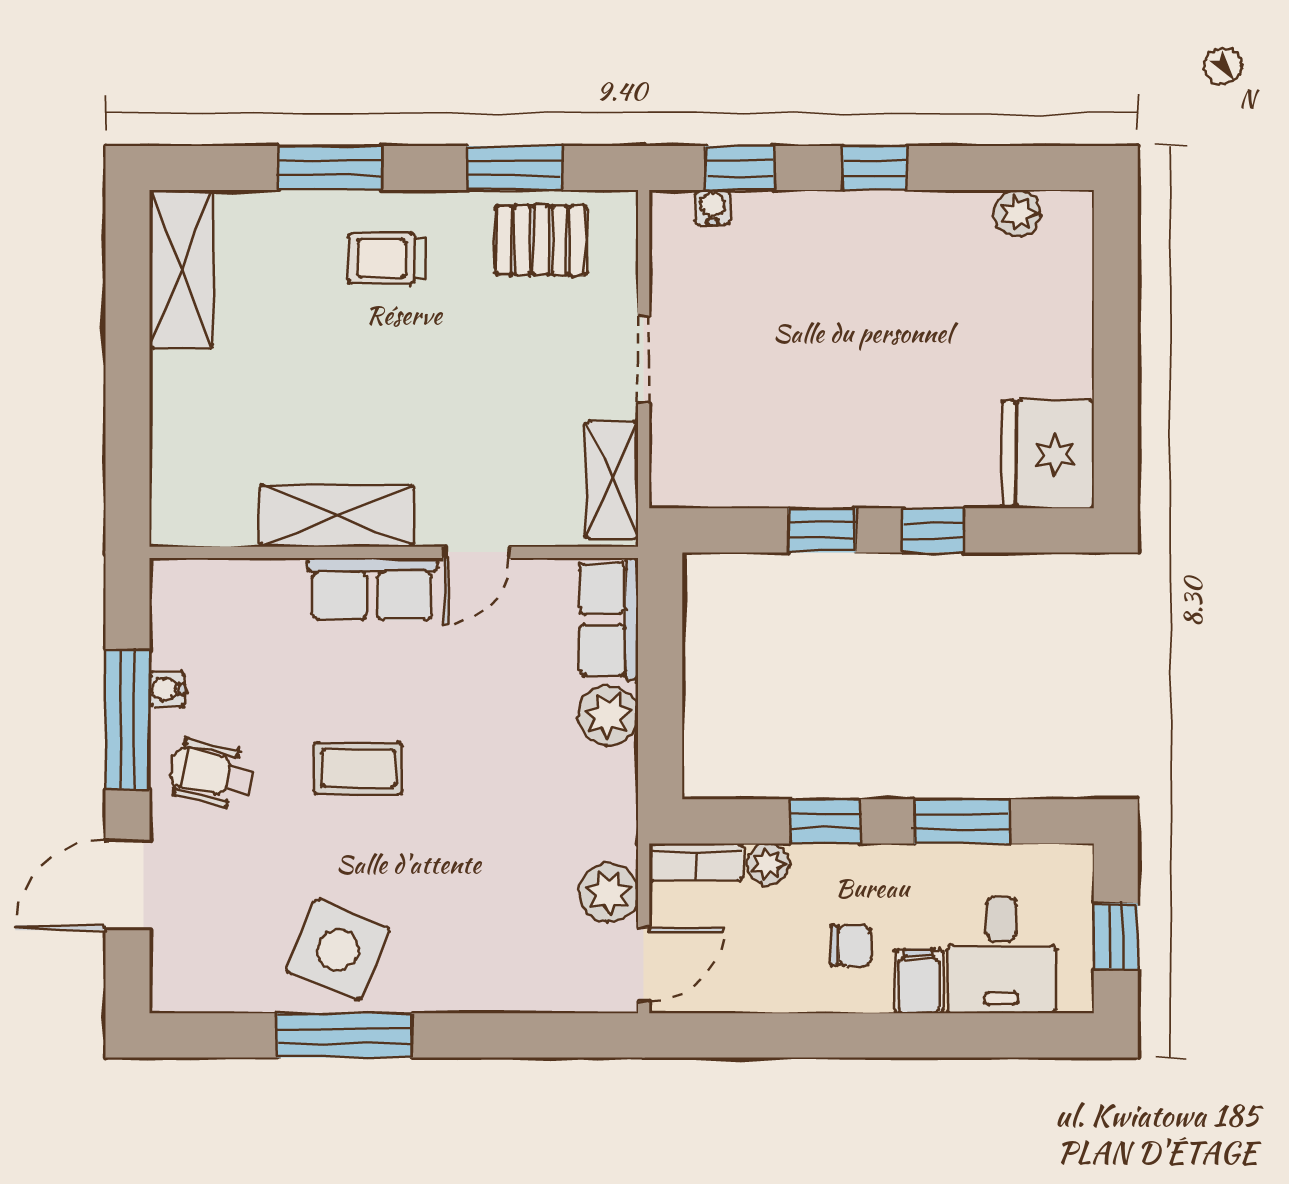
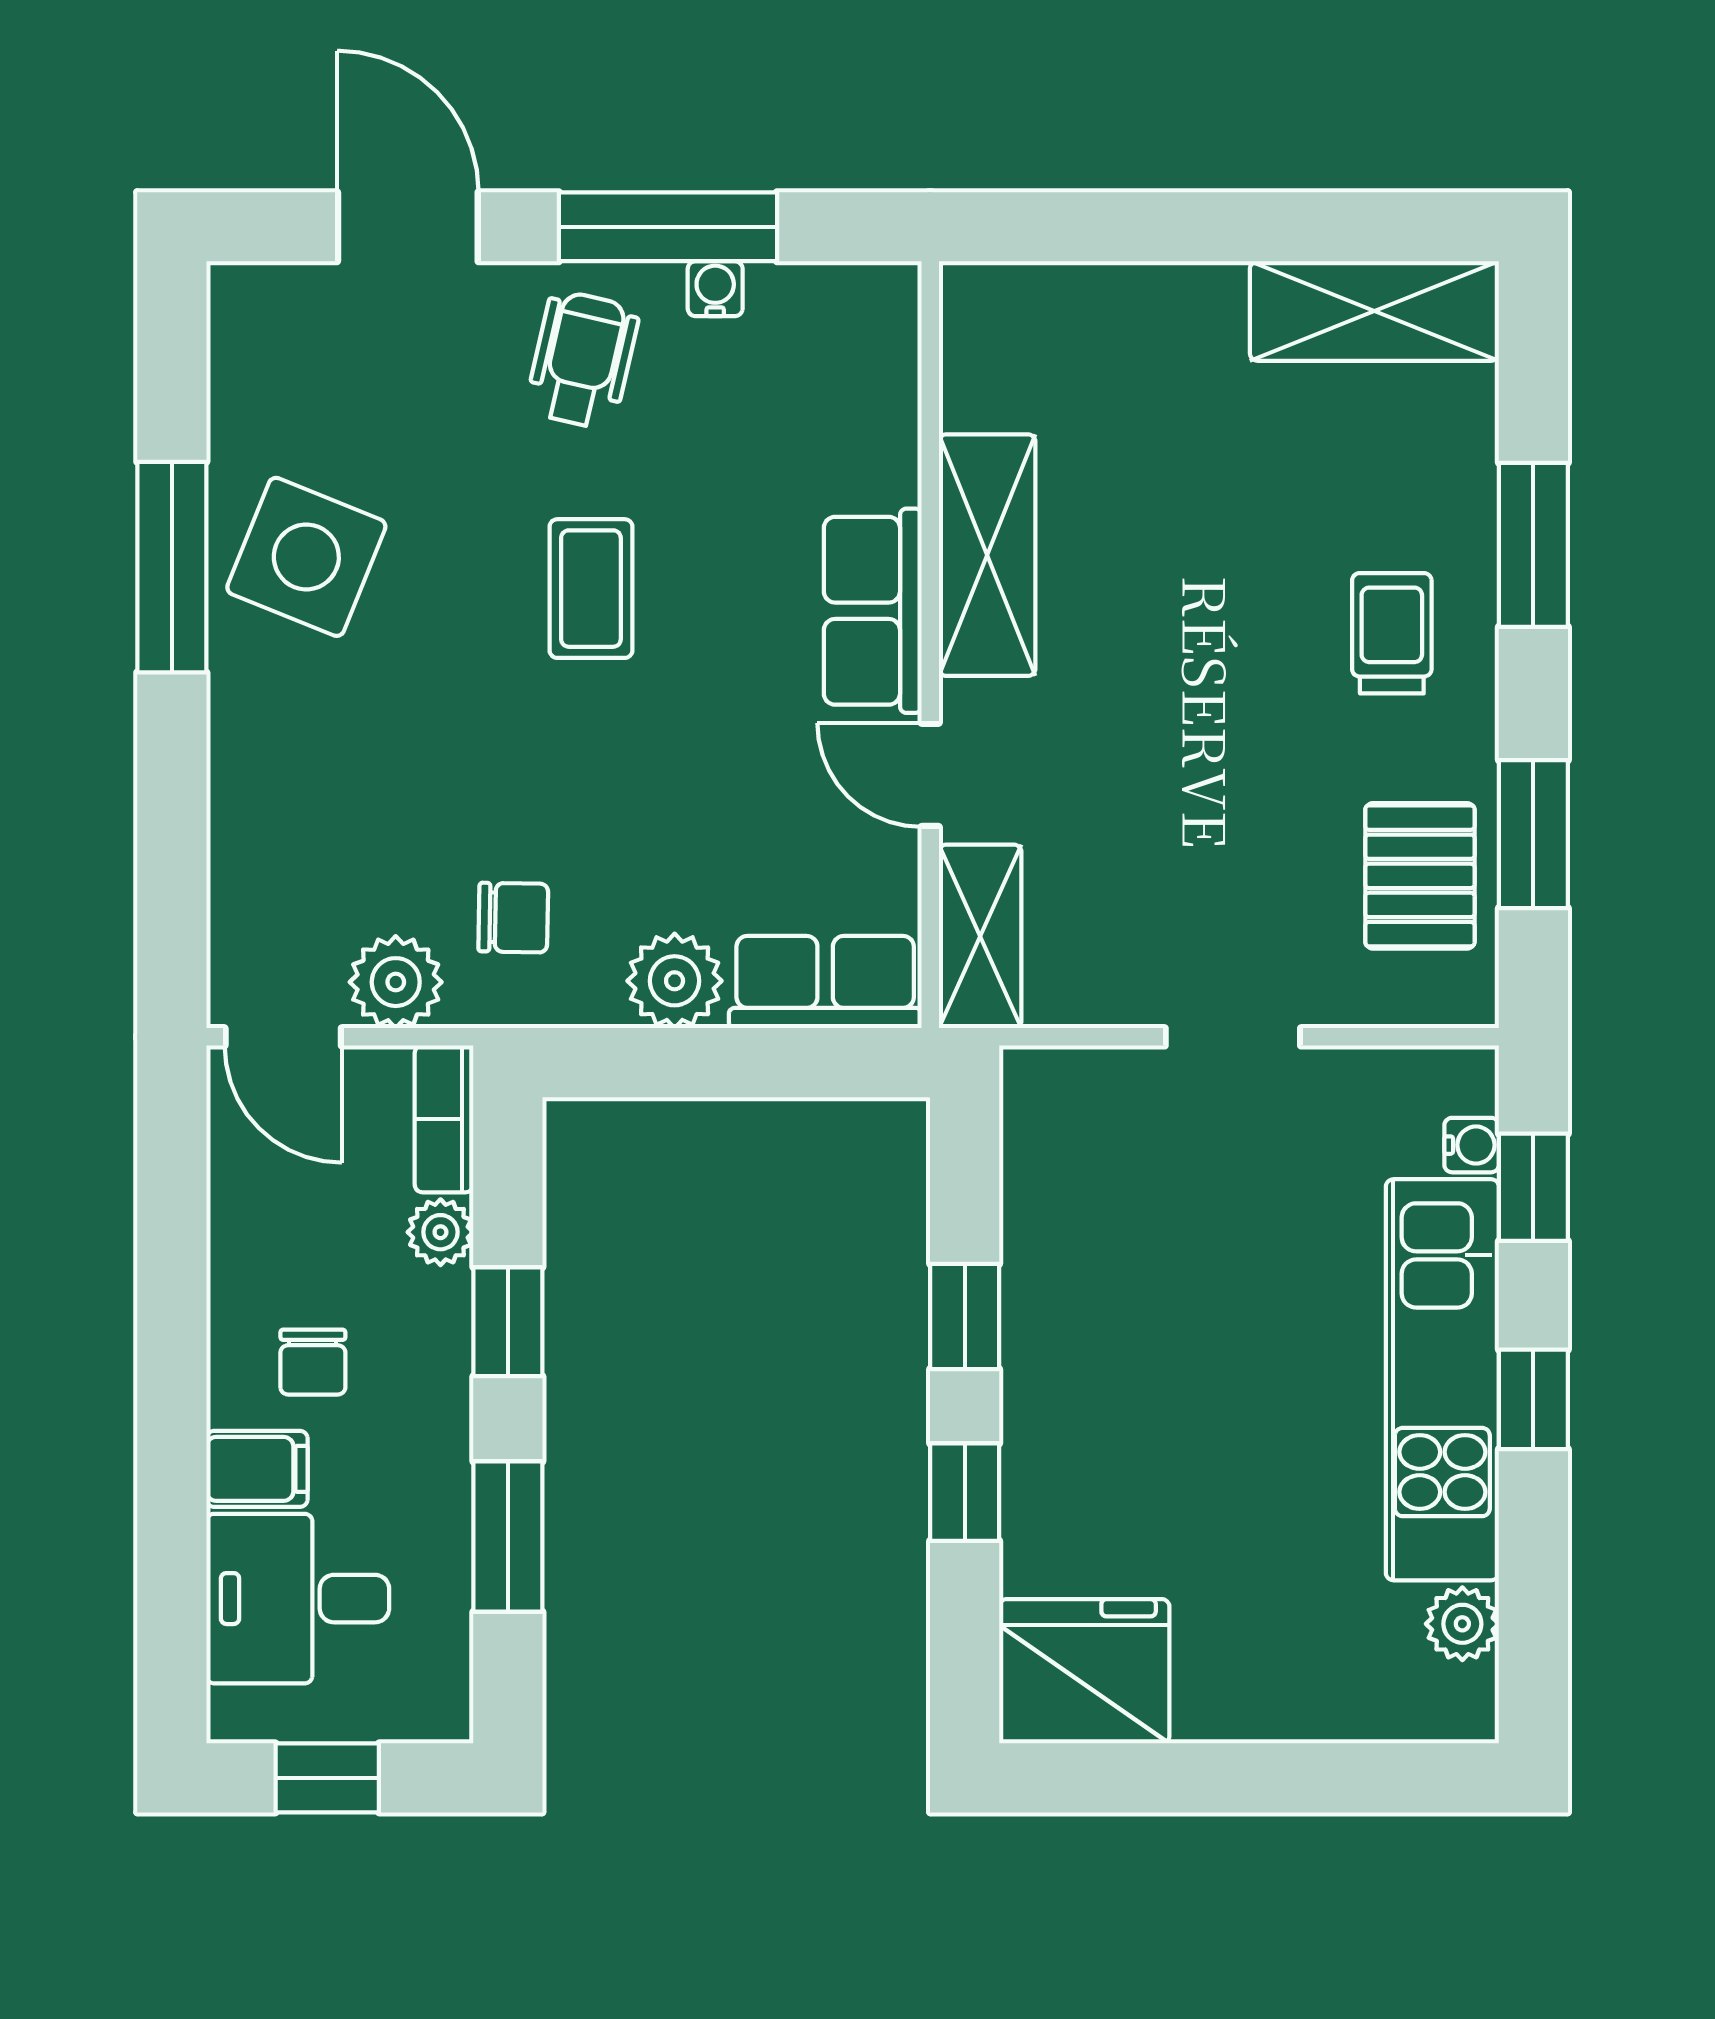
kitchen unit: (862, 226) -> (1442, 1380), added
shelving: (612, 480) -> (980, 936), moved, turned 90
chair: (568, 818) -> (513, 918), added

